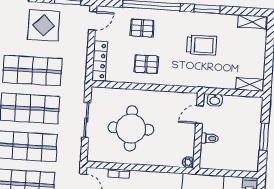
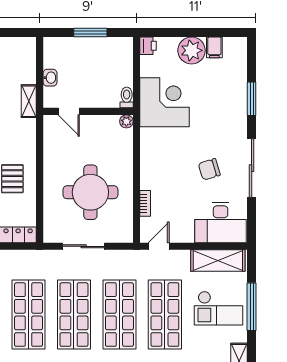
shelving: (250, 84) -> (29, 101), moved
washbasin: (215, 100) -> (50, 78), moved
toilet: (210, 138) -> (127, 97), moved

